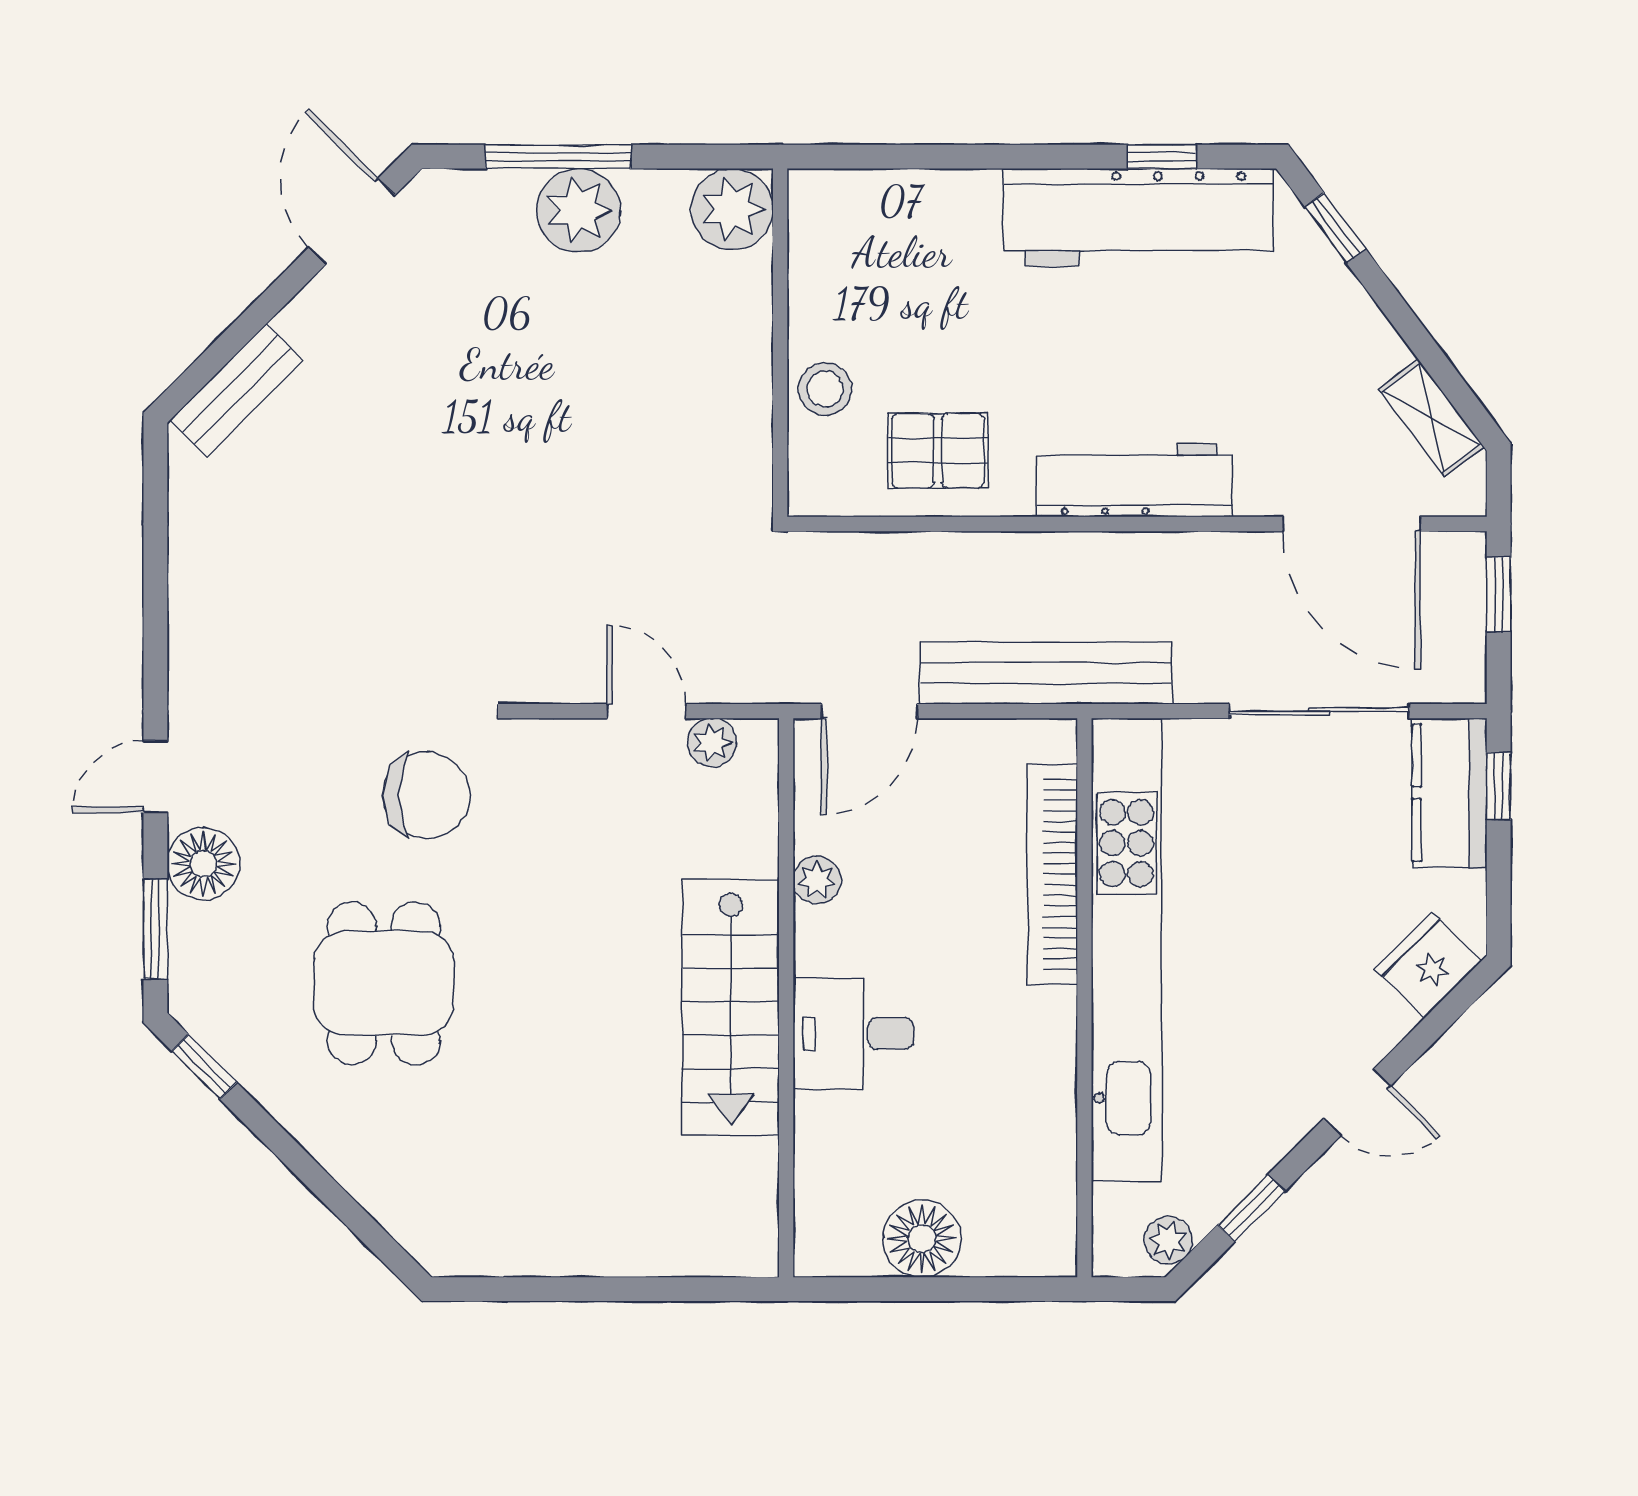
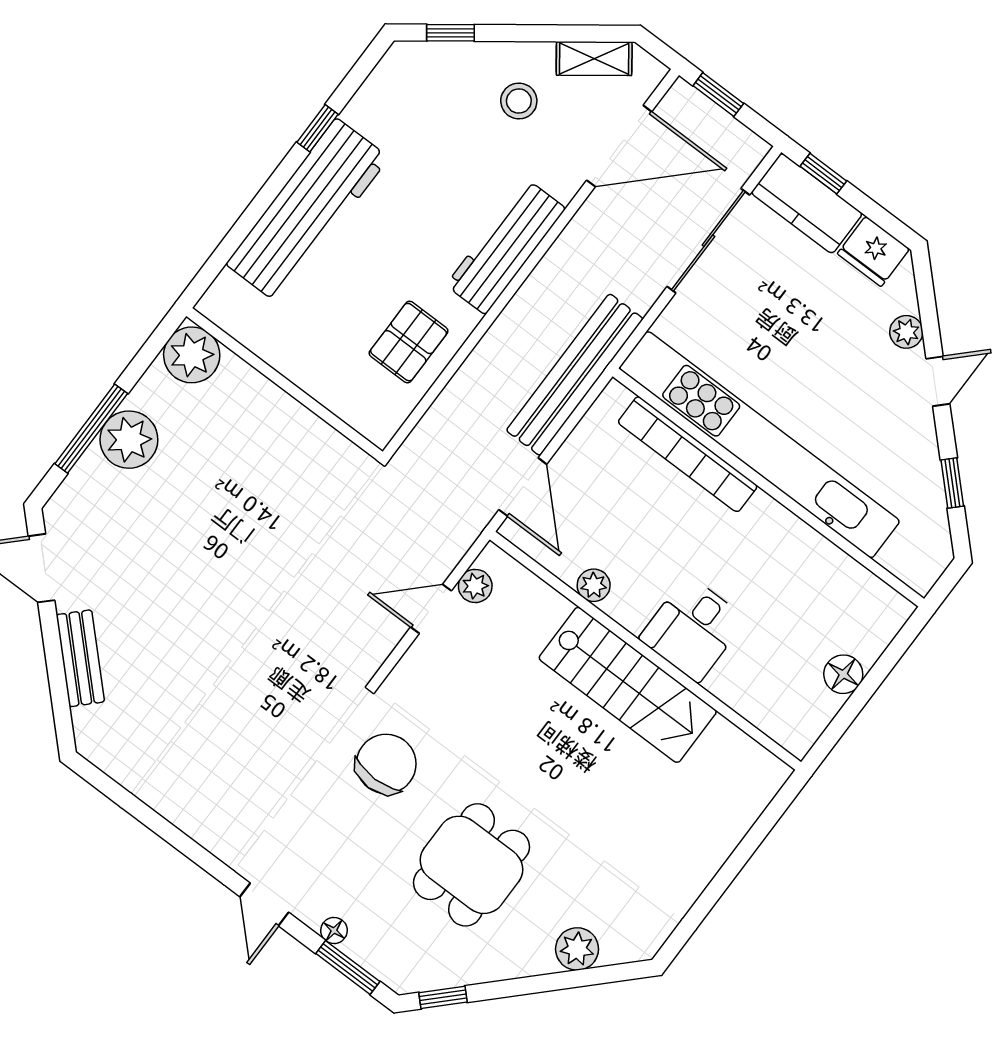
window: (1162, 157) -> (317, 128), moved
workbench: (1138, 217) -> (307, 211), moved
stool: (825, 389) -> (519, 101), moved
bench: (237, 390) -> (80, 658), moved
floor lamp: (203, 864) -> (334, 930), width x0.53, depth x0.53
fridge: (1428, 965) -> (873, 251), moved, turned -45
dining table: (384, 983) -> (471, 865), turned 90
plant: (378, 1180) -> (577, 949), added
floor lamp: (922, 1239) -> (843, 674), width x0.73, depth x0.73
plant: (1168, 1241) -> (906, 332), moved

